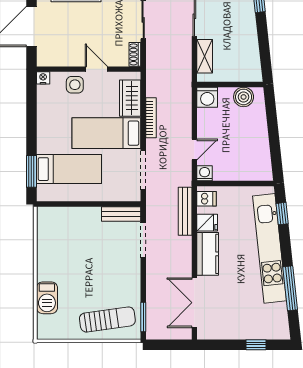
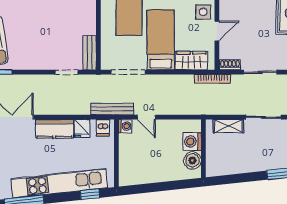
washing machine: (207, 97) -> (192, 141), moved
bookcase: (151, 118) -> (213, 79), moved
bench: (185, 211) -> (112, 109), moved
doorway: (143, 240) -> (67, 72), width x0.73

